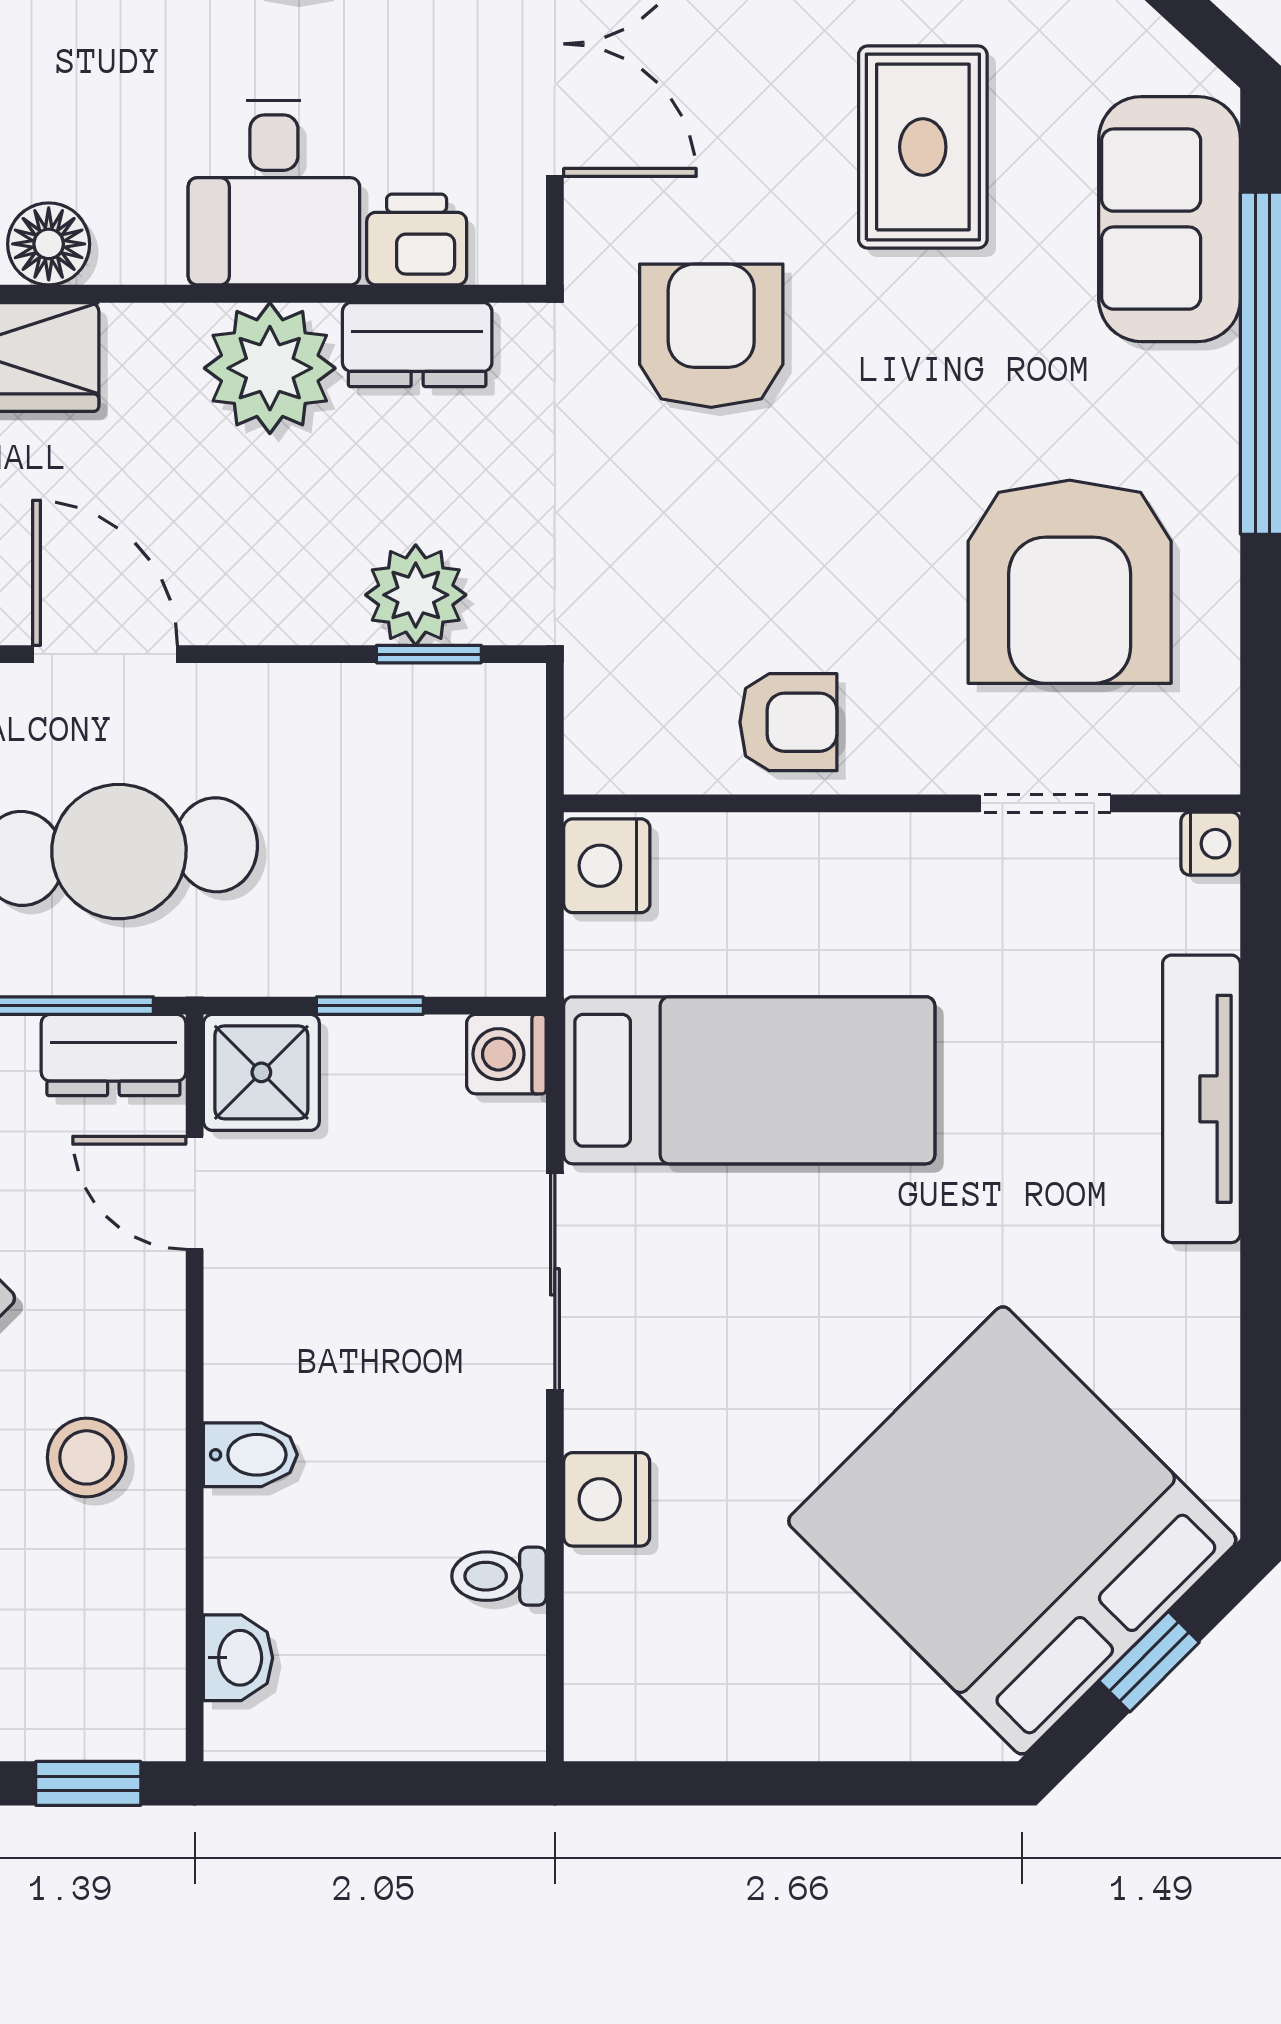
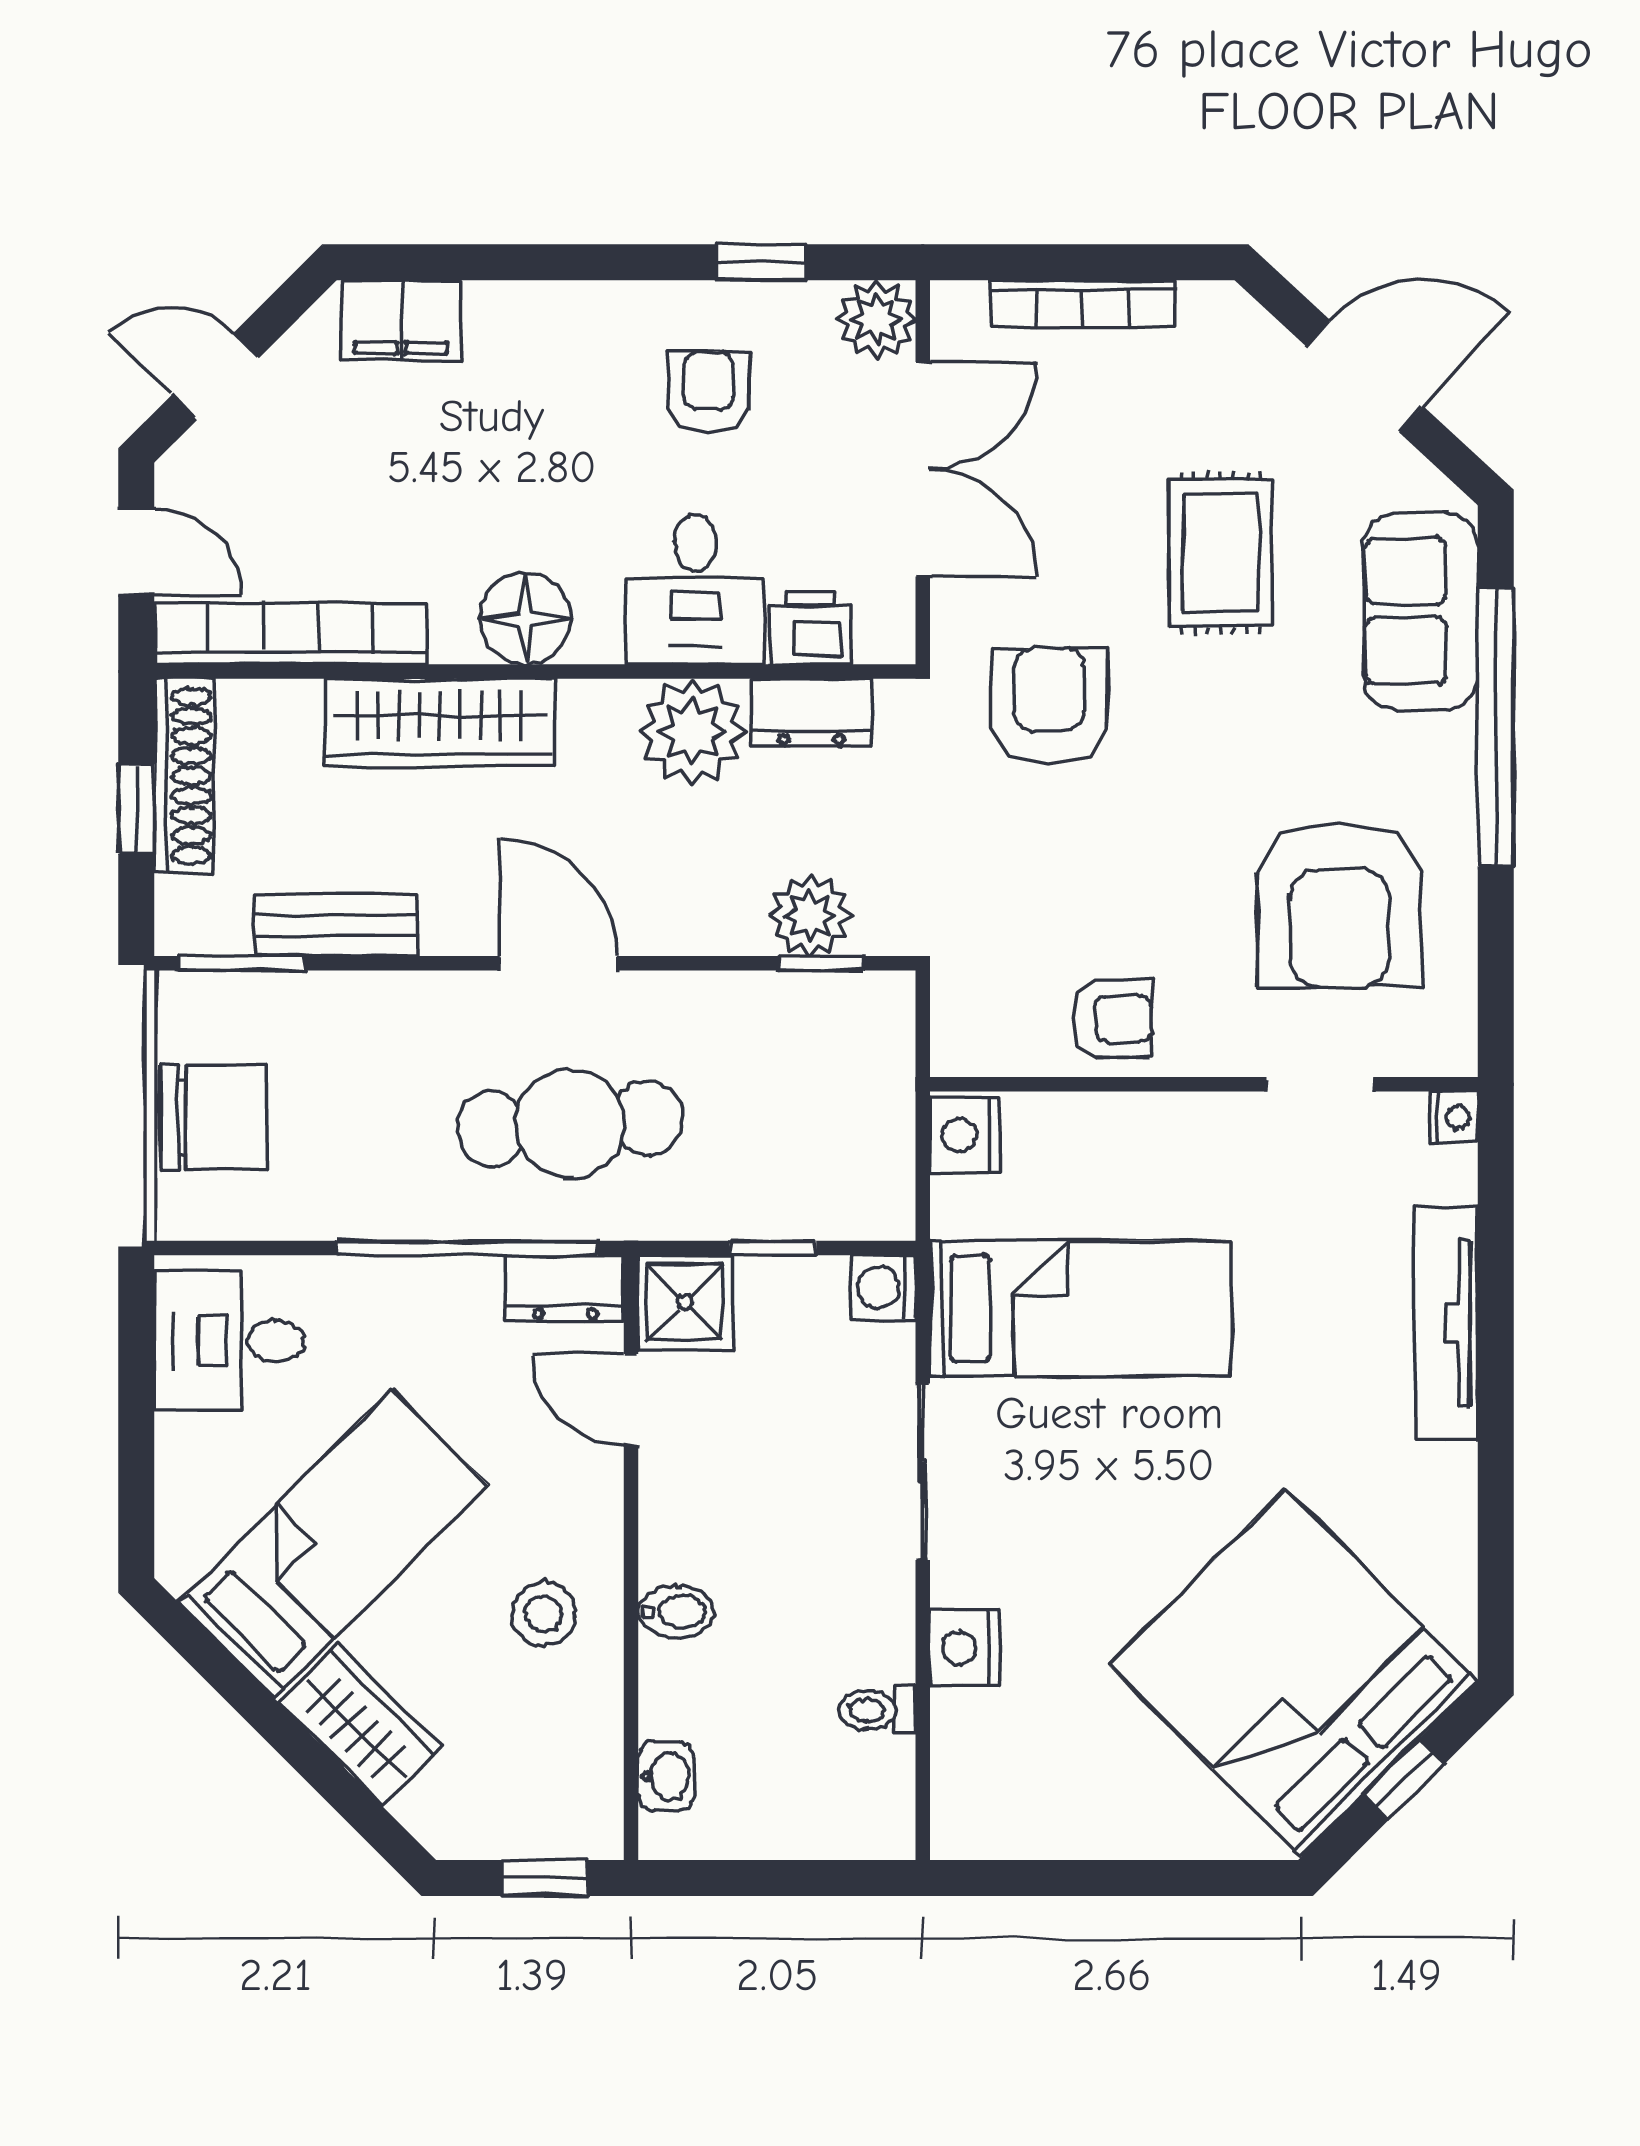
floor lamp: (49, 244) -> (525, 619), width x1.38, depth x1.38

